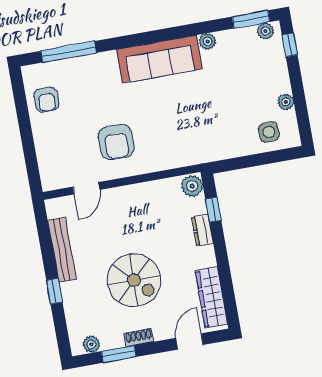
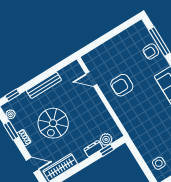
armchair: (46, 100) -> (151, 51), moved
plant: (192, 186) -> (106, 139), moved
bench: (62, 250) -> (44, 85), moved
window: (54, 291) -> (13, 95), moved

